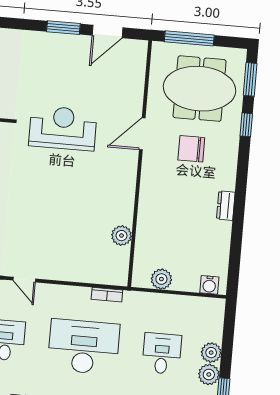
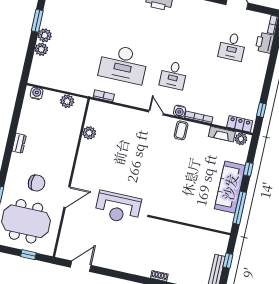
window: (63, 28) -> (109, 273), removed
window: (189, 38) -> (28, 255), width x0.46
desk: (162, 353) -> (73, 53), removed

